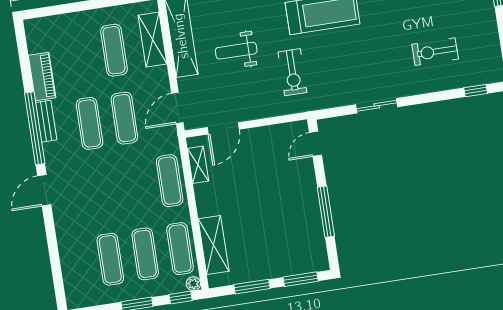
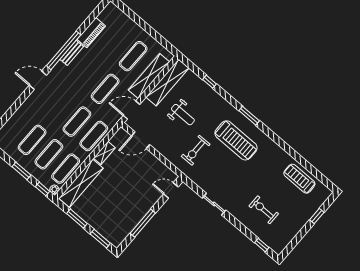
shelving: (152, 40) -> (149, 76), width x1.47
weight bench: (236, 51) -> (183, 115), turned 180
exercise mat: (89, 123) -> (77, 122), moved
shelving: (198, 165) -> (104, 153), moved
shelving: (214, 245) -> (81, 183), width x1.47

